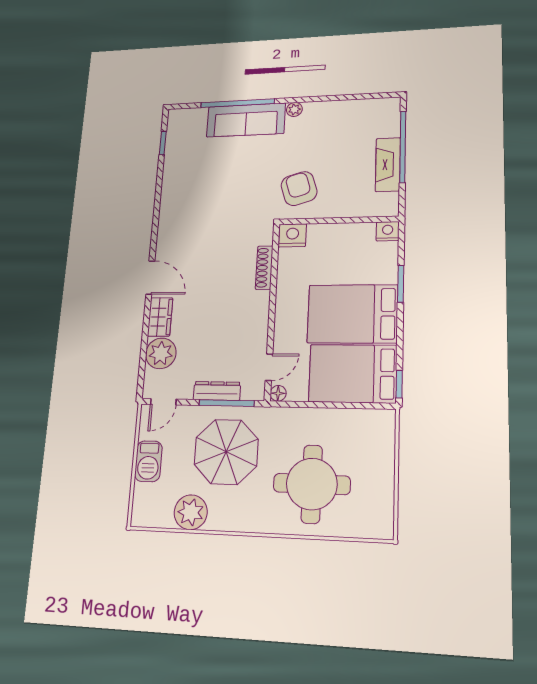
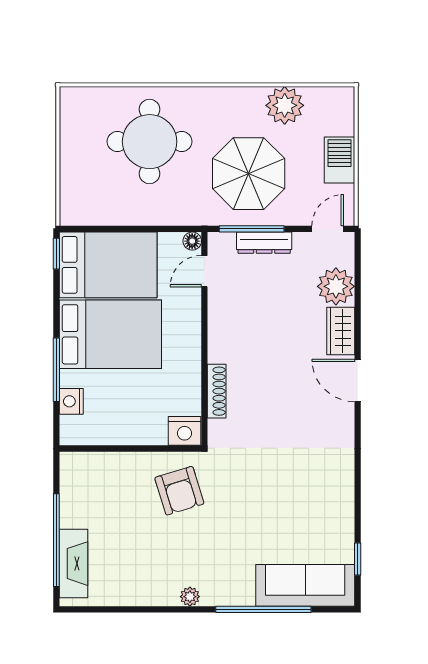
sofa: (246, 120) -> (305, 585), moved
fireplace: (388, 165) -> (74, 564), moved
nightstand: (388, 231) -> (71, 401), moved, turned 90
window: (401, 284) -> (56, 370), width x1.44

